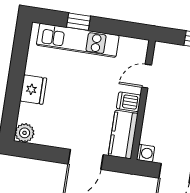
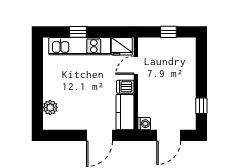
fridge: (33, 90) -> (122, 46), moved, turned 90
plant: (25, 133) -> (50, 107), moved

